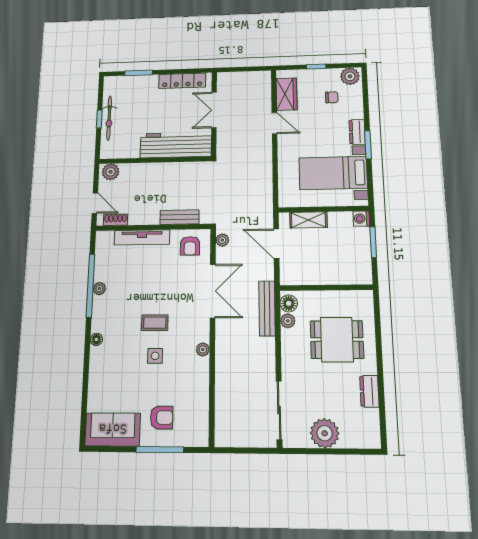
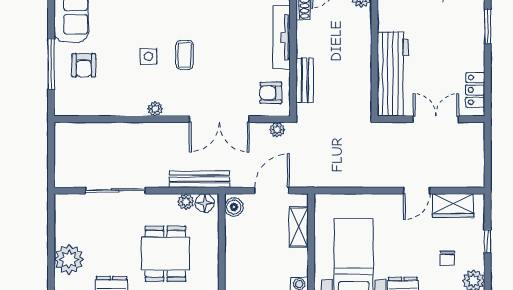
locker: (182, 81) -> (475, 90), width x0.66
boiler: (292, 277) -> (234, 207), added
sliding door: (279, 410) -> (115, 191), moved
plant: (325, 433) -> (69, 259), moved

